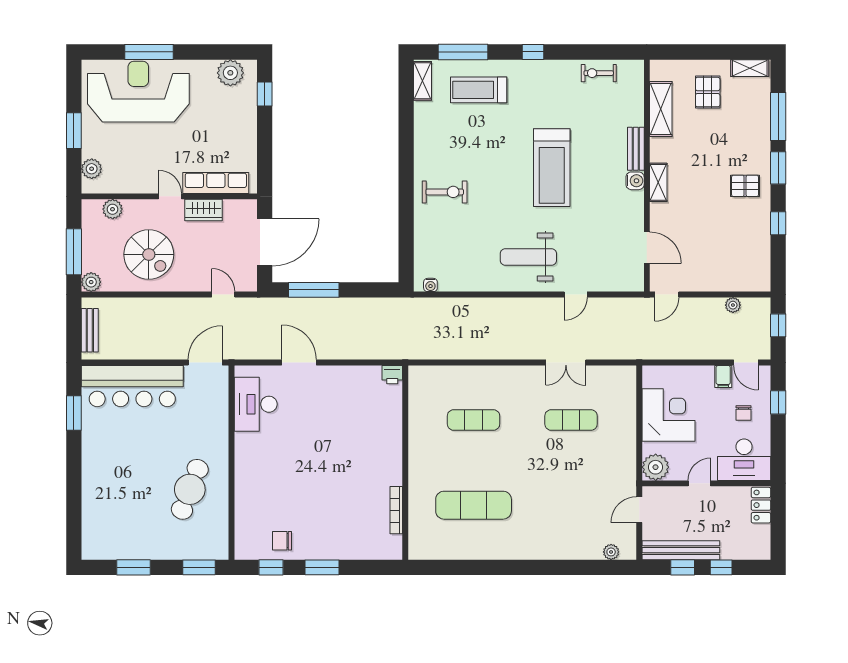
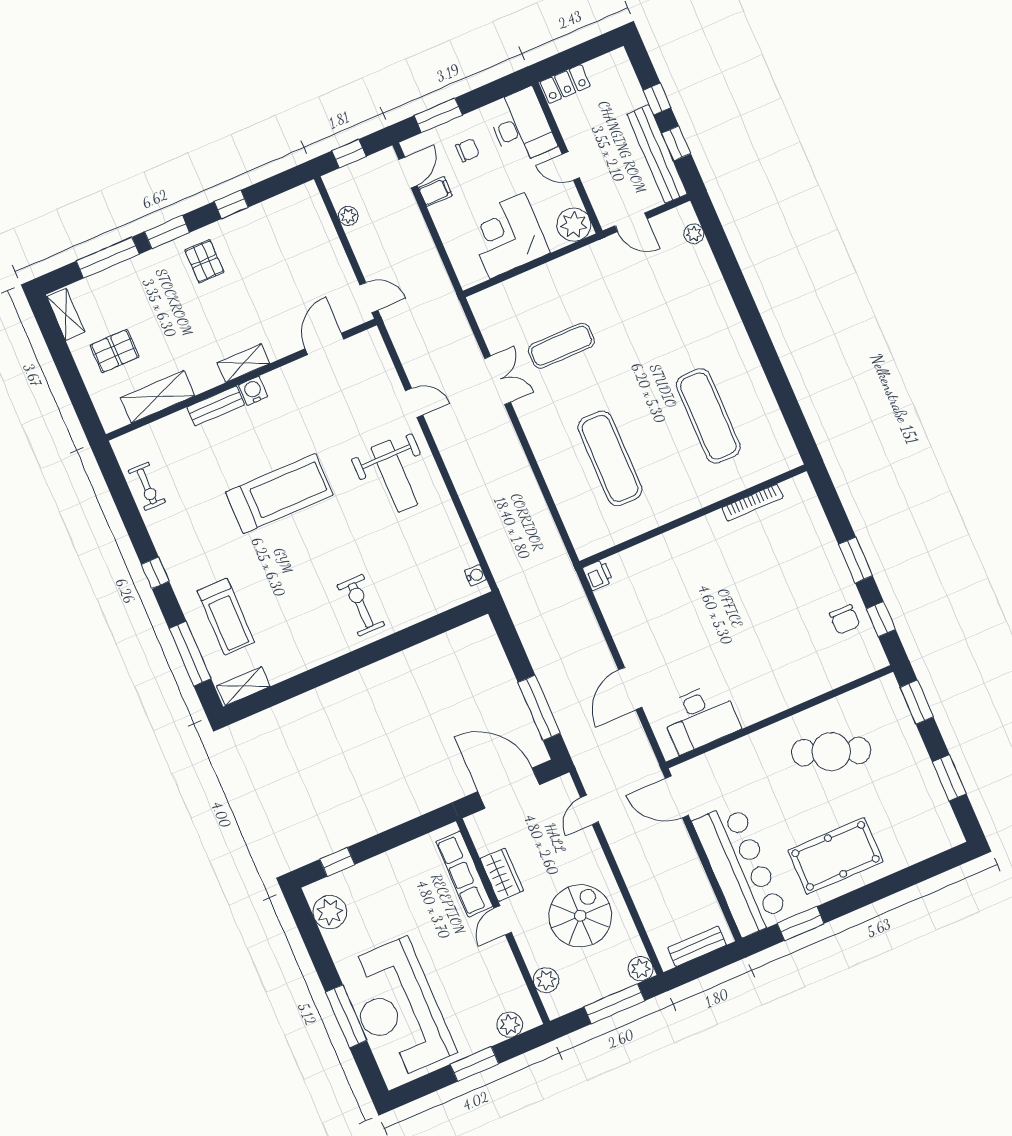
window: (778, 402) -> (438, 115), width x1.50
exercise mat: (474, 420) -> (610, 458), width x1.36, depth x1.45
exercise mat: (571, 420) -> (561, 346), turned 90
pool table: (112, 460) -> (836, 856), added

